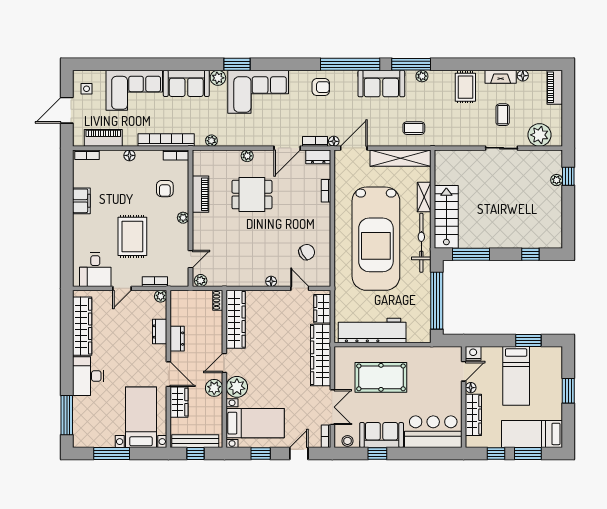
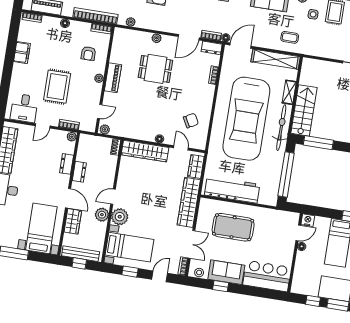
side table: (438, 94) -> (313, 14), added
piano: (200, 194) -> (113, 78), moved
wardrobe: (236, 319) -> (145, 151), moved, turned 90
wardrobe: (473, 415) -> (300, 268), removed

